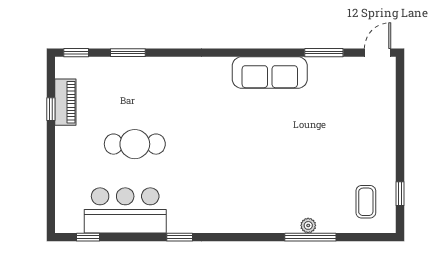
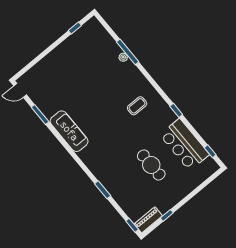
window: (128, 53) -> (103, 190), moved
piano: (65, 102) -> (148, 220), moved
coffee table: (366, 202) -> (137, 106), moved

